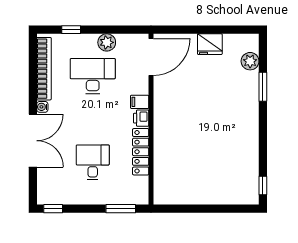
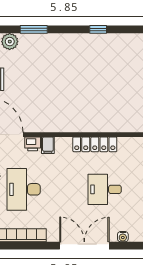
water cooler: (42, 107) -> (123, 237), moved
printer: (141, 118) -> (33, 144), moved
window: (263, 186) -> (98, 29), moved

